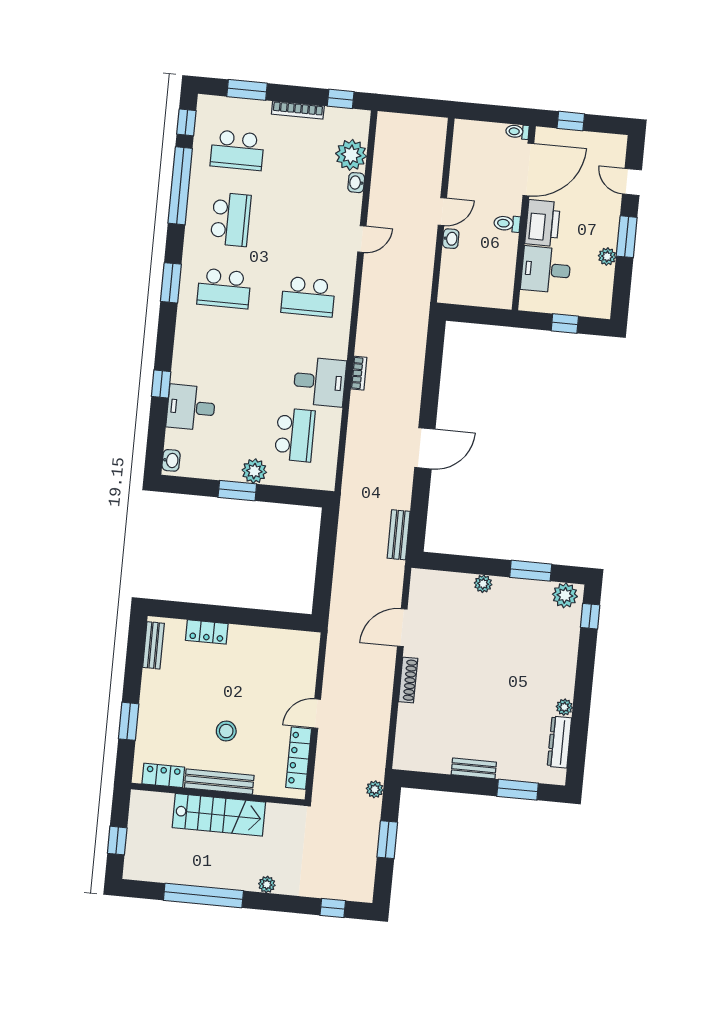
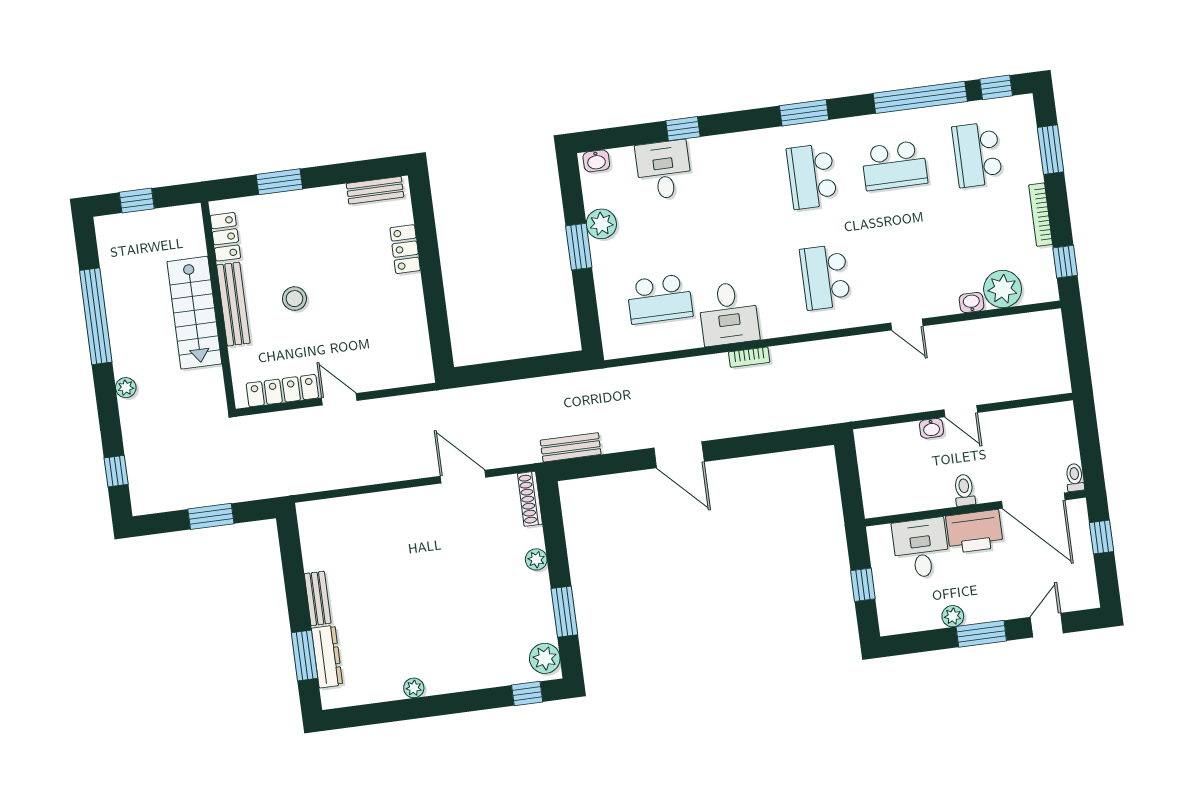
plant: (254, 471) -> (601, 224), moved
shoe rack: (408, 680) -> (530, 499), moved, turned 90
dresser: (559, 742) -> (327, 657), moved, turned 90
plant: (375, 789) -> (266, 488), removed

